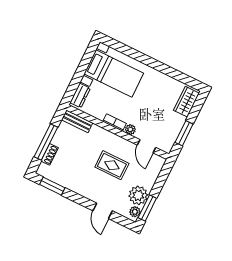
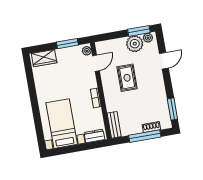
plant: (130, 129) -> (87, 51), moved

